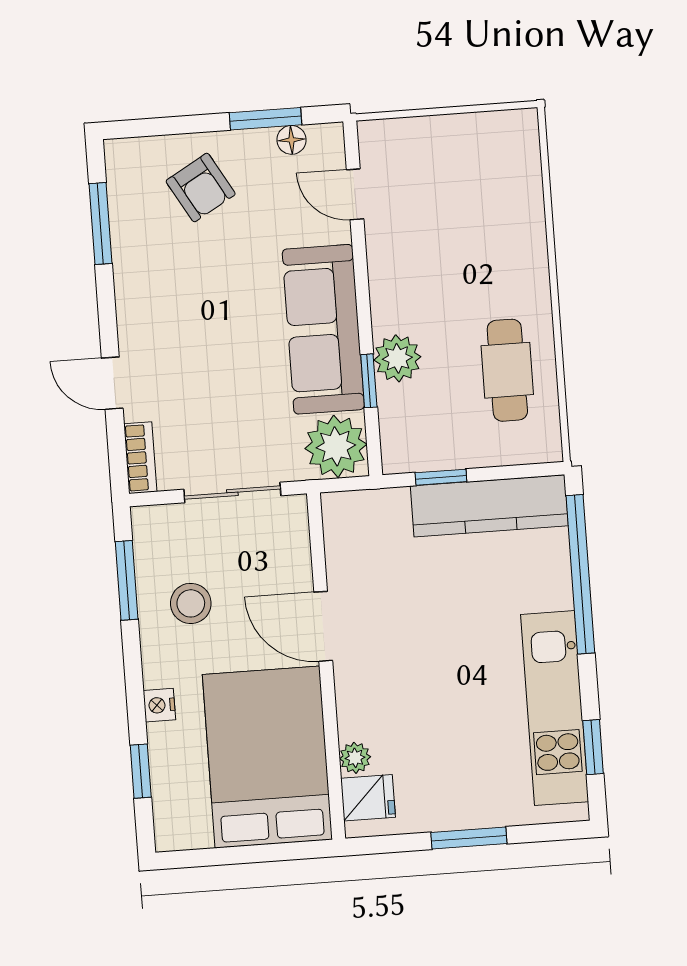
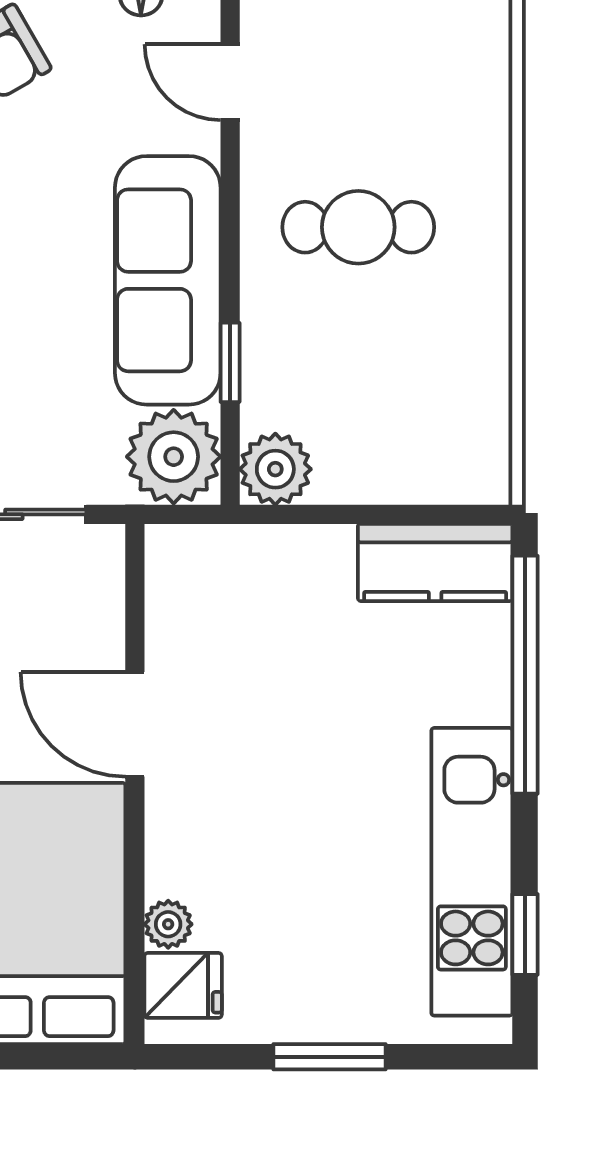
plant: (397, 358) -> (275, 469), moved
cafe table: (507, 370) -> (358, 227), moved, turned 90
window: (441, 477) -> (327, 514), removed
kitchen counter: (489, 506) -> (435, 562), width x0.67

